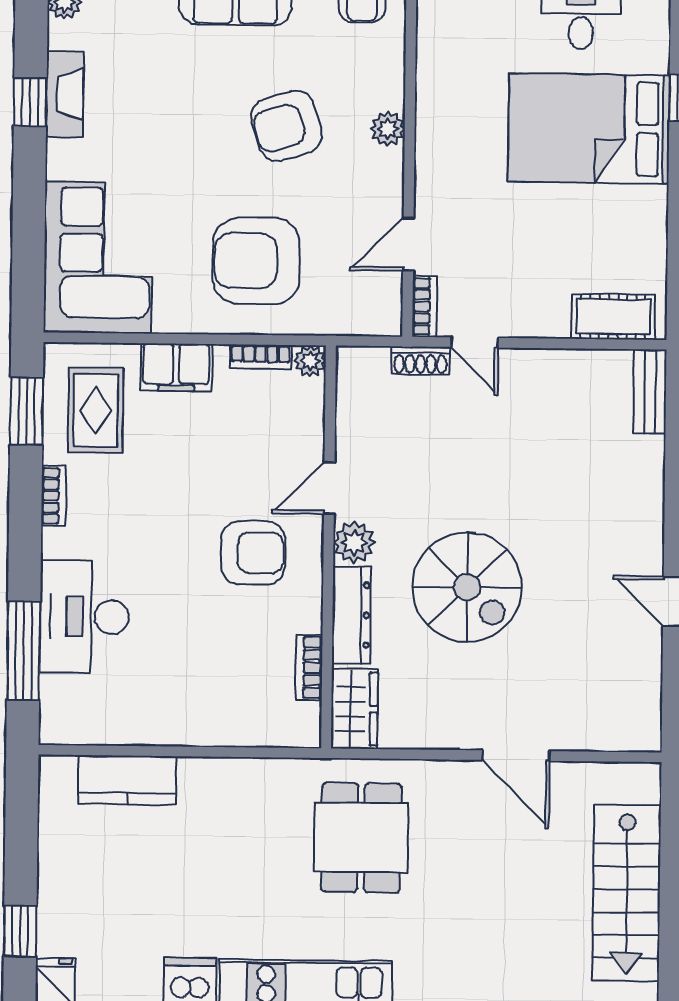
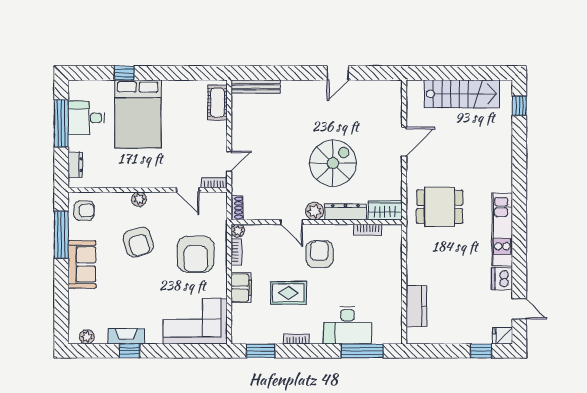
shoe rack: (420, 361) -> (237, 208), moved
bench: (650, 392) -> (256, 87), width x1.36
rug: (96, 410) -> (288, 293), moved

